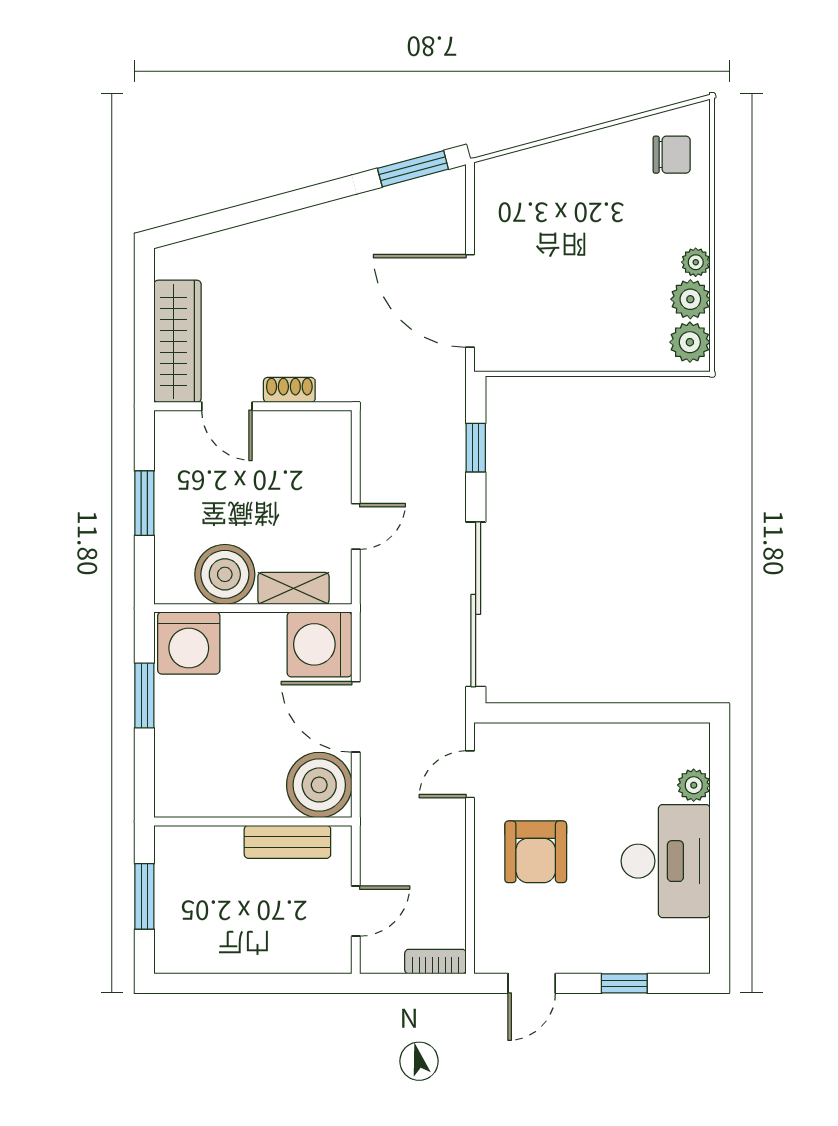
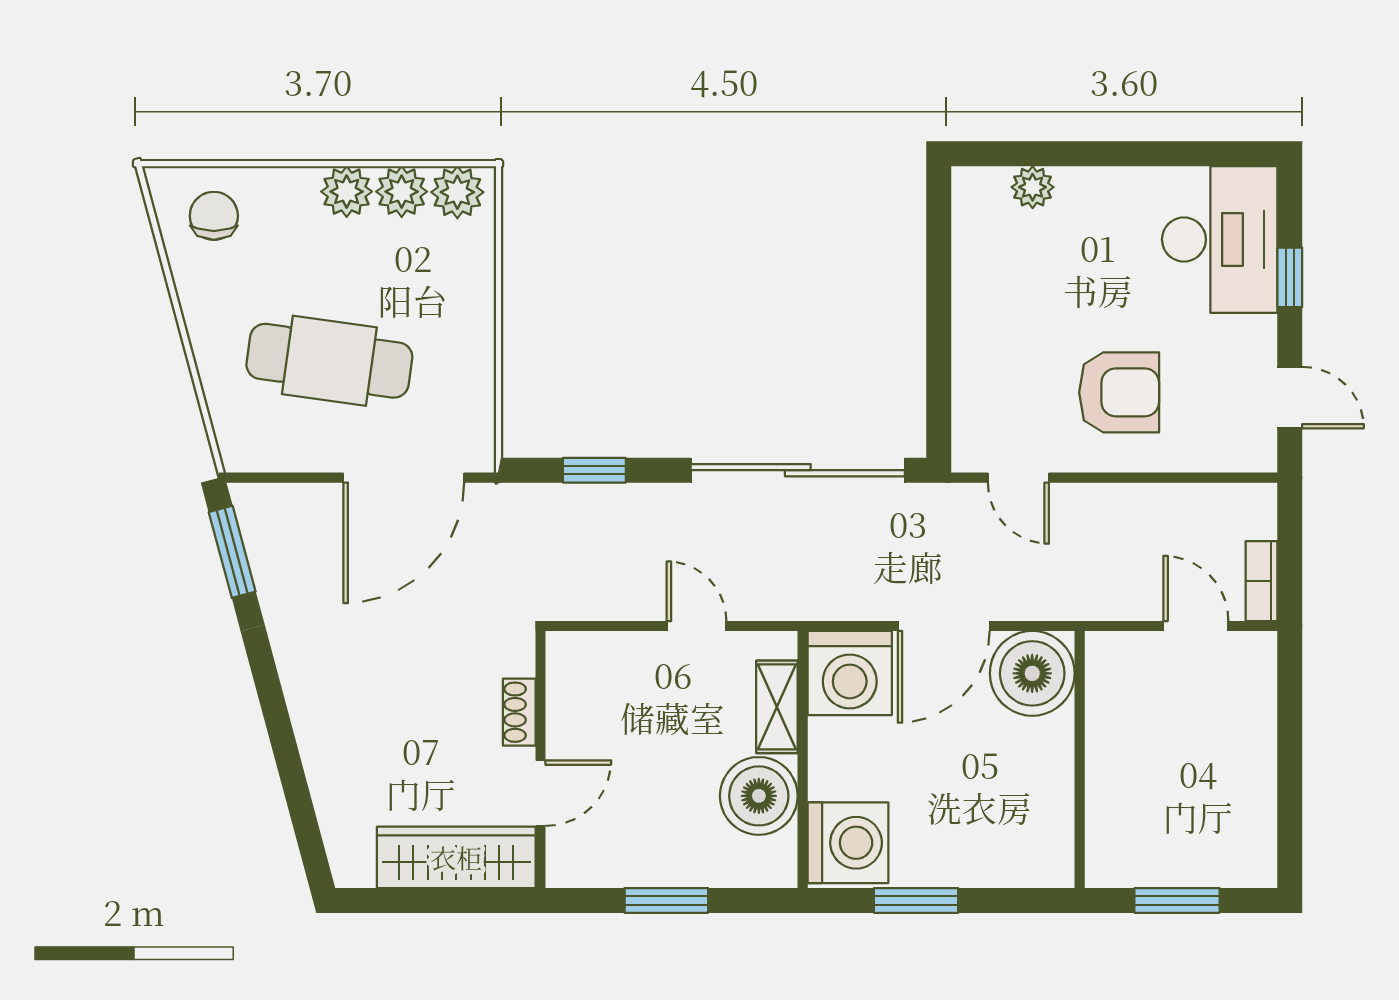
cafe table: (560, 244) -> (329, 361), added
plant: (696, 262) -> (347, 192), width x1.38, depth x1.38
bench: (287, 842) -> (1106, 715), removed
desk: (666, 861) -> (1220, 239), moved, turned 90
bookcase: (435, 962) -> (1261, 581), moved

